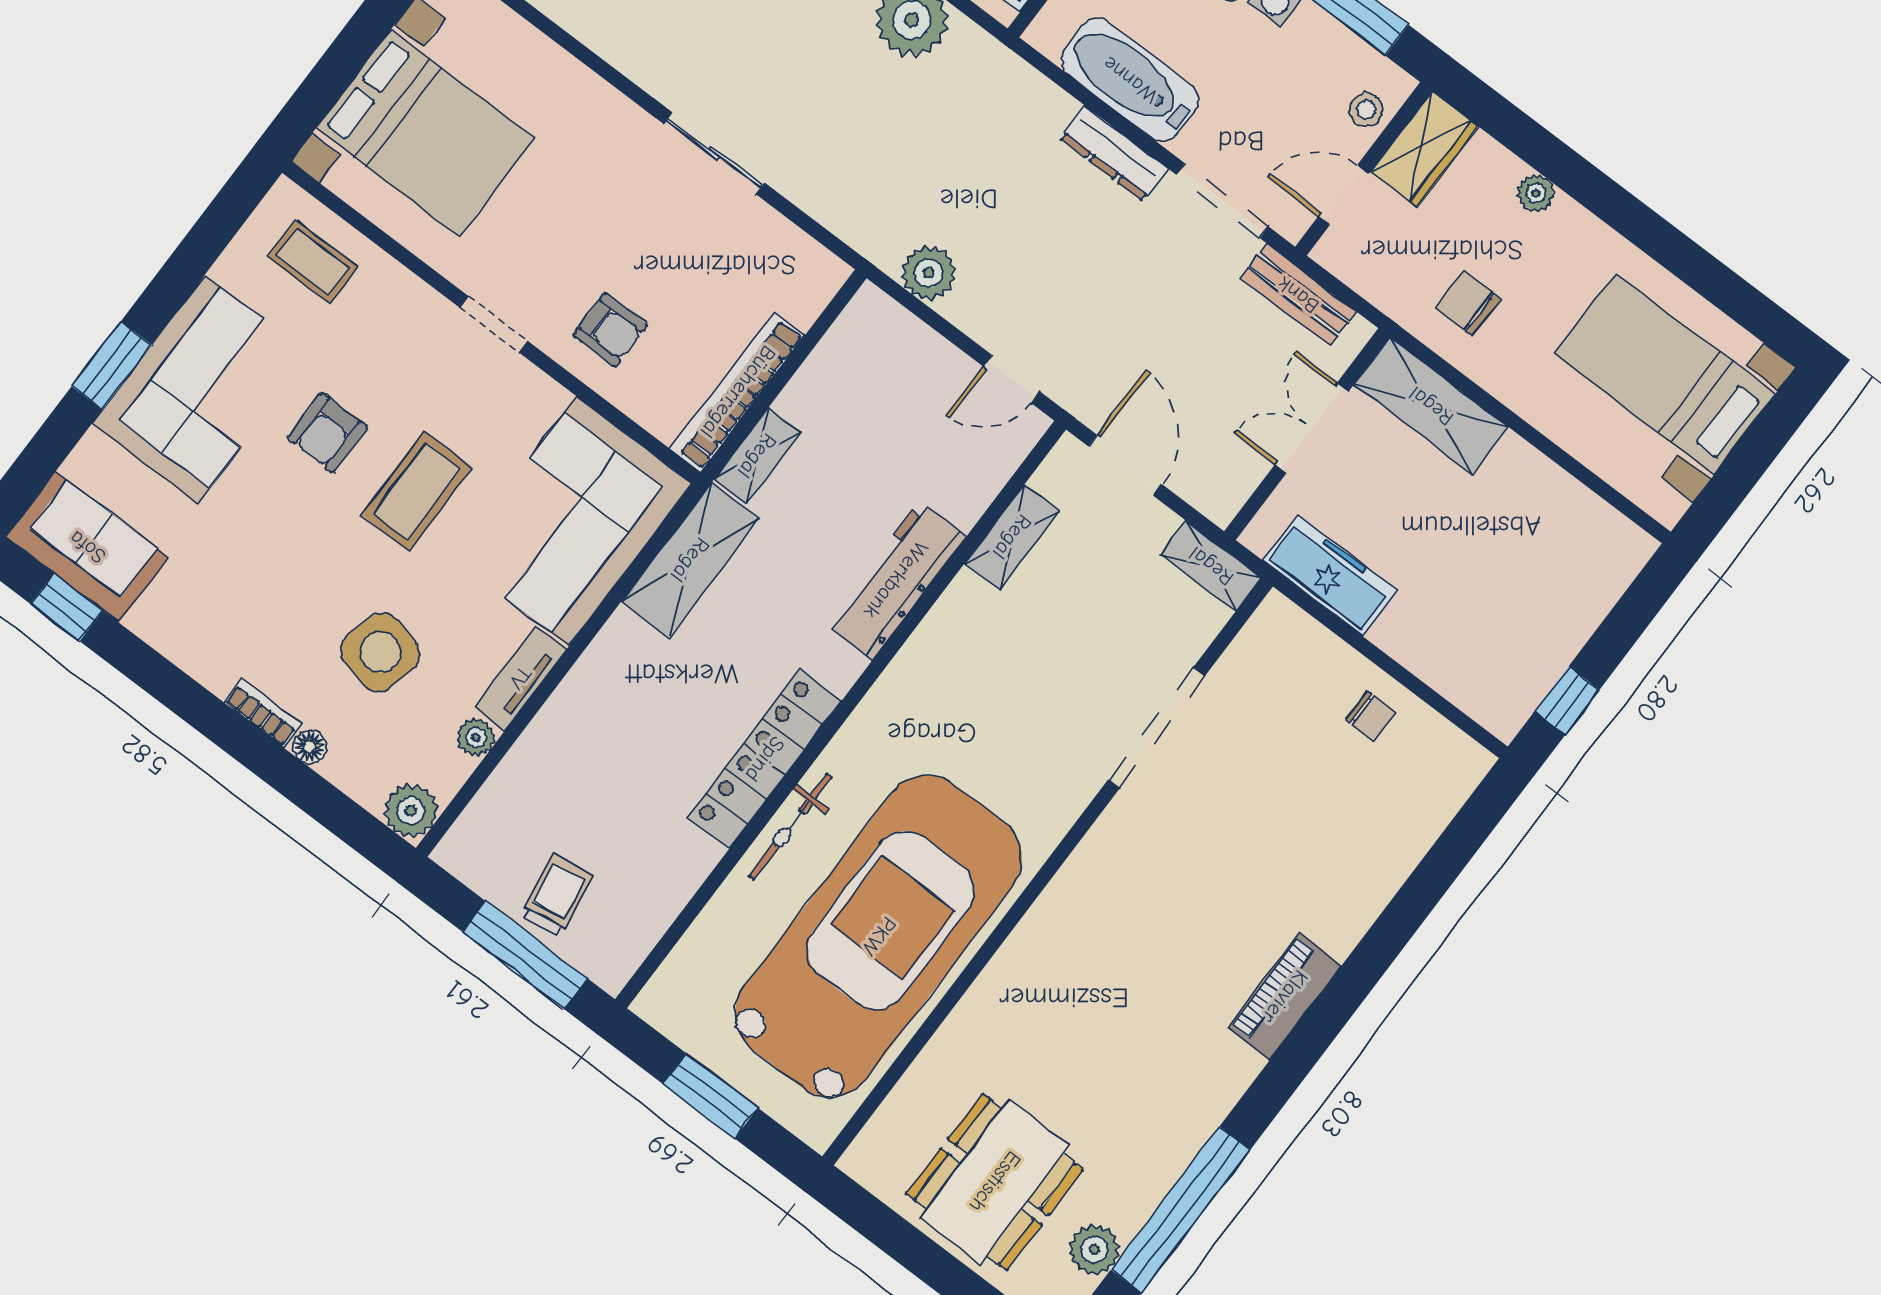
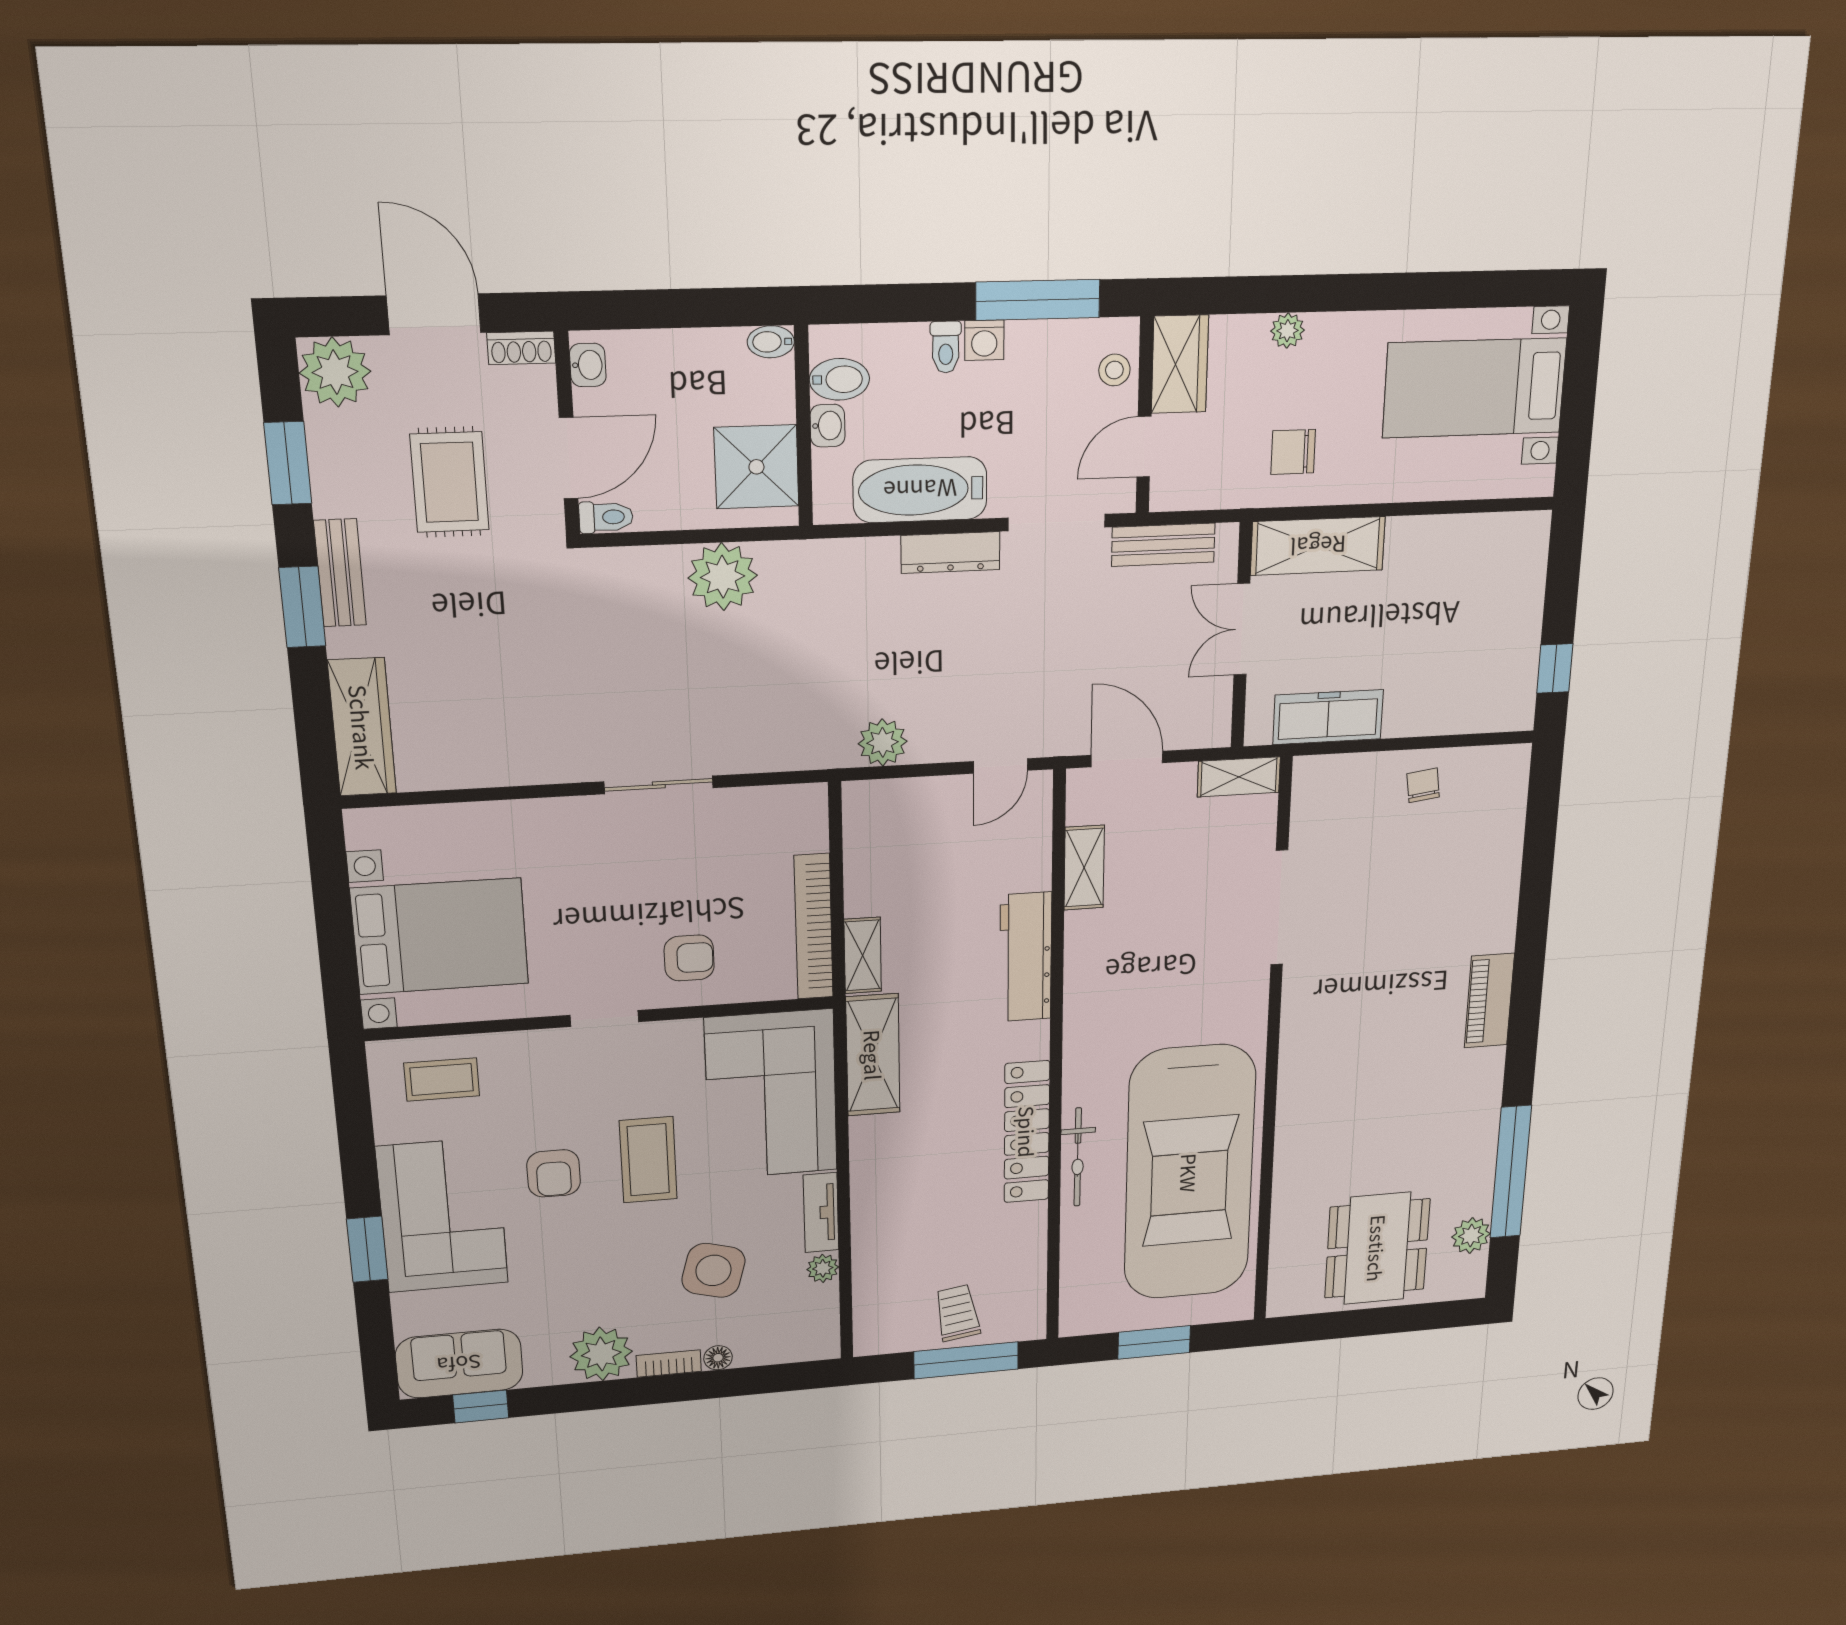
chair: (1371, 716) -> (1423, 785), turned -98
plant: (411, 811) -> (601, 1354), moved, width x1.36, depth x1.36
car: (879, 936) -> (1189, 1173), turned 180

